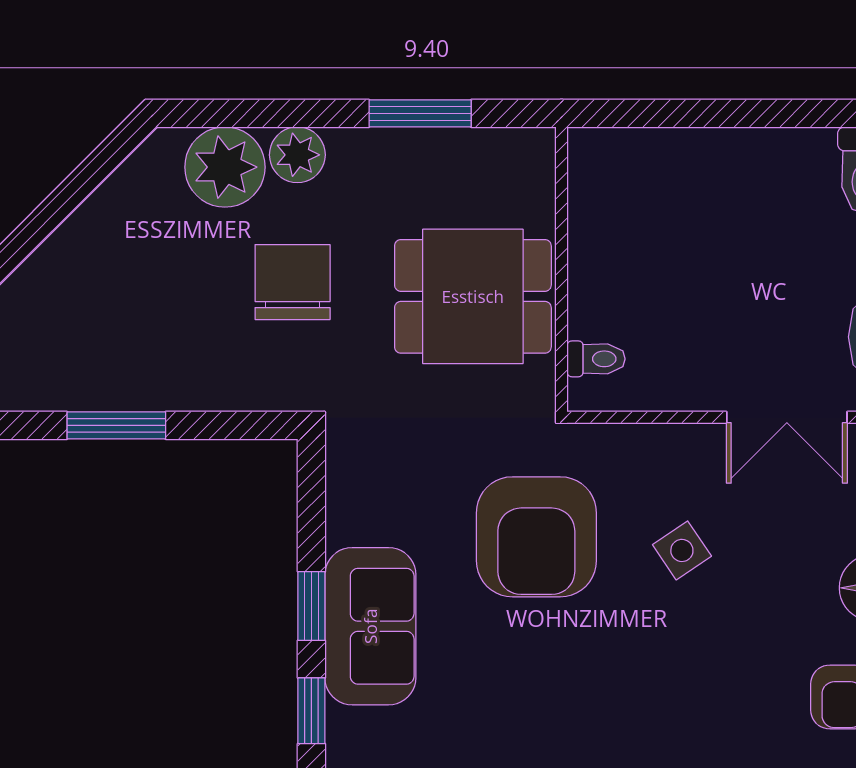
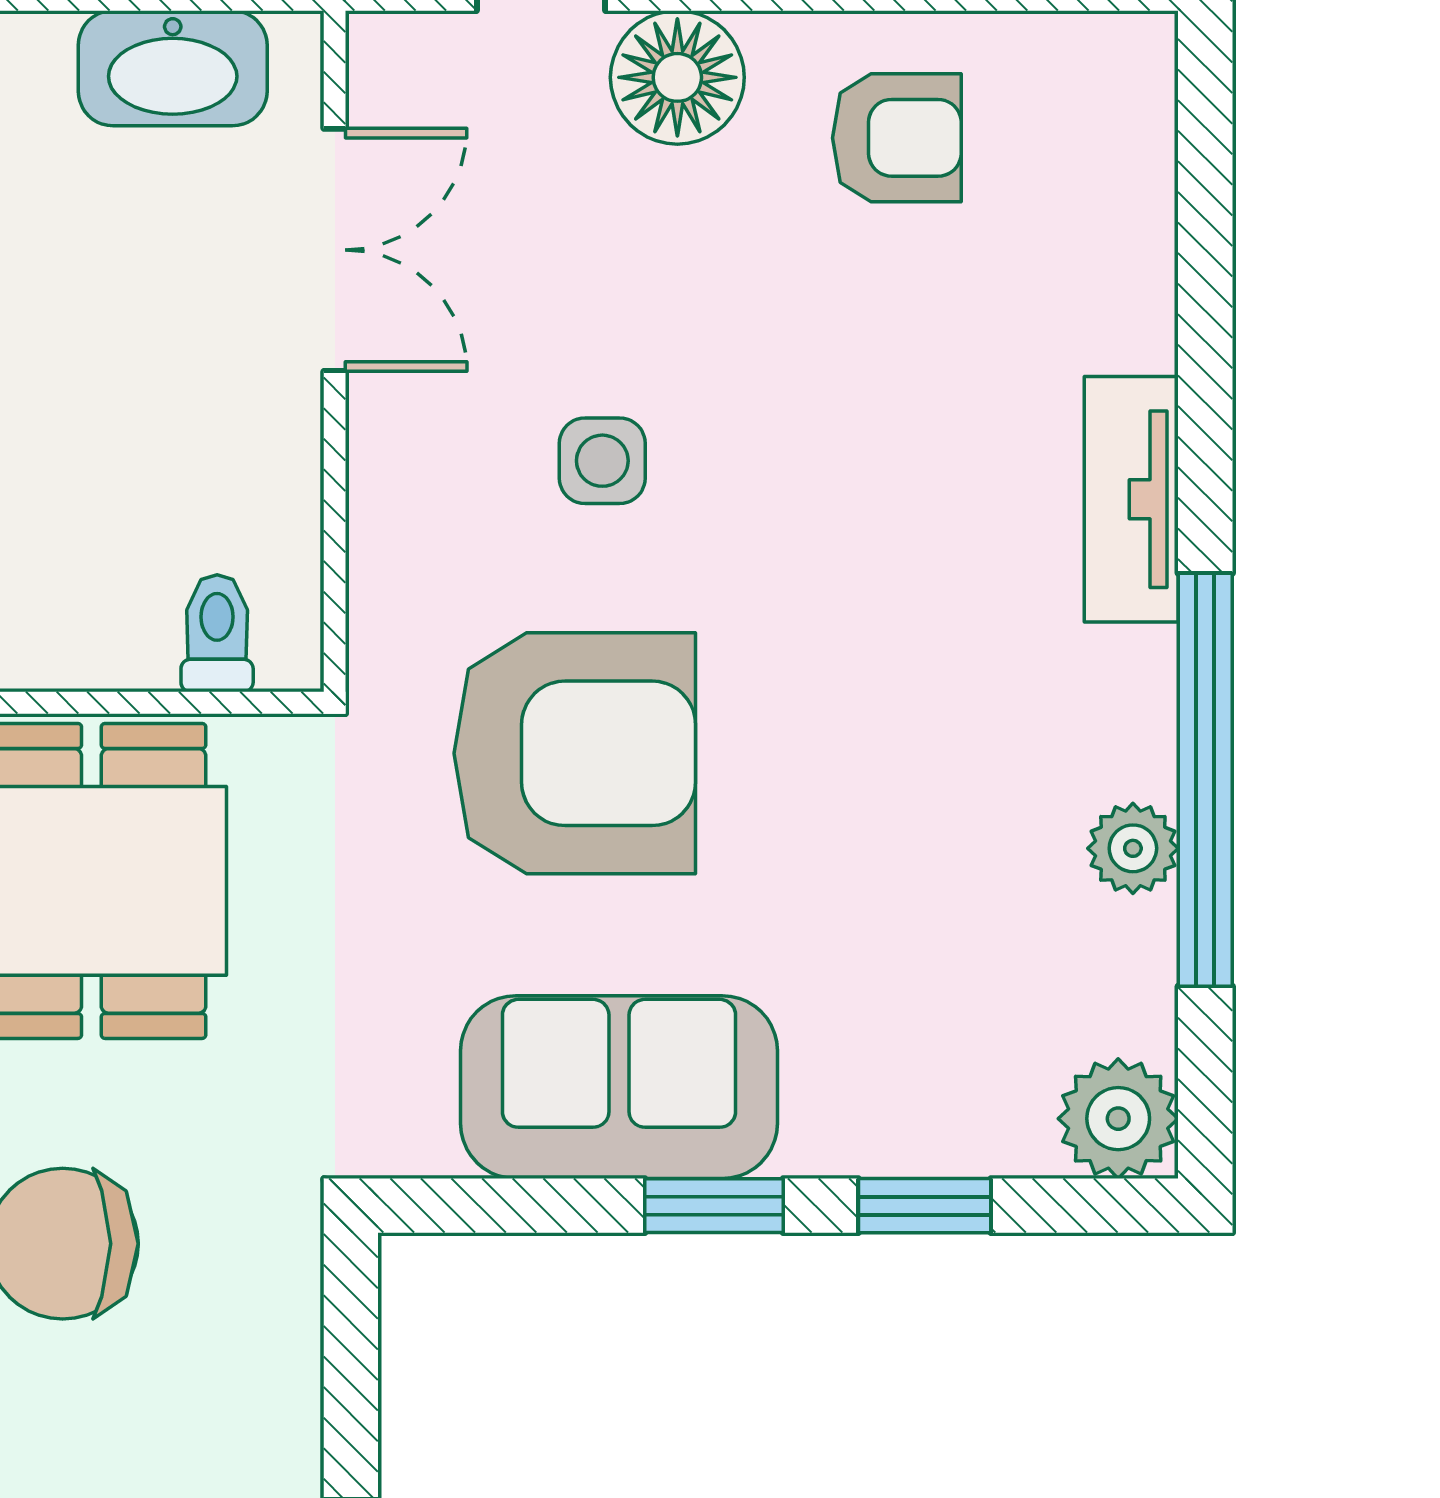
side table: (682, 550) -> (602, 461), turned 34
sofa: (370, 626) -> (619, 1087), moved

